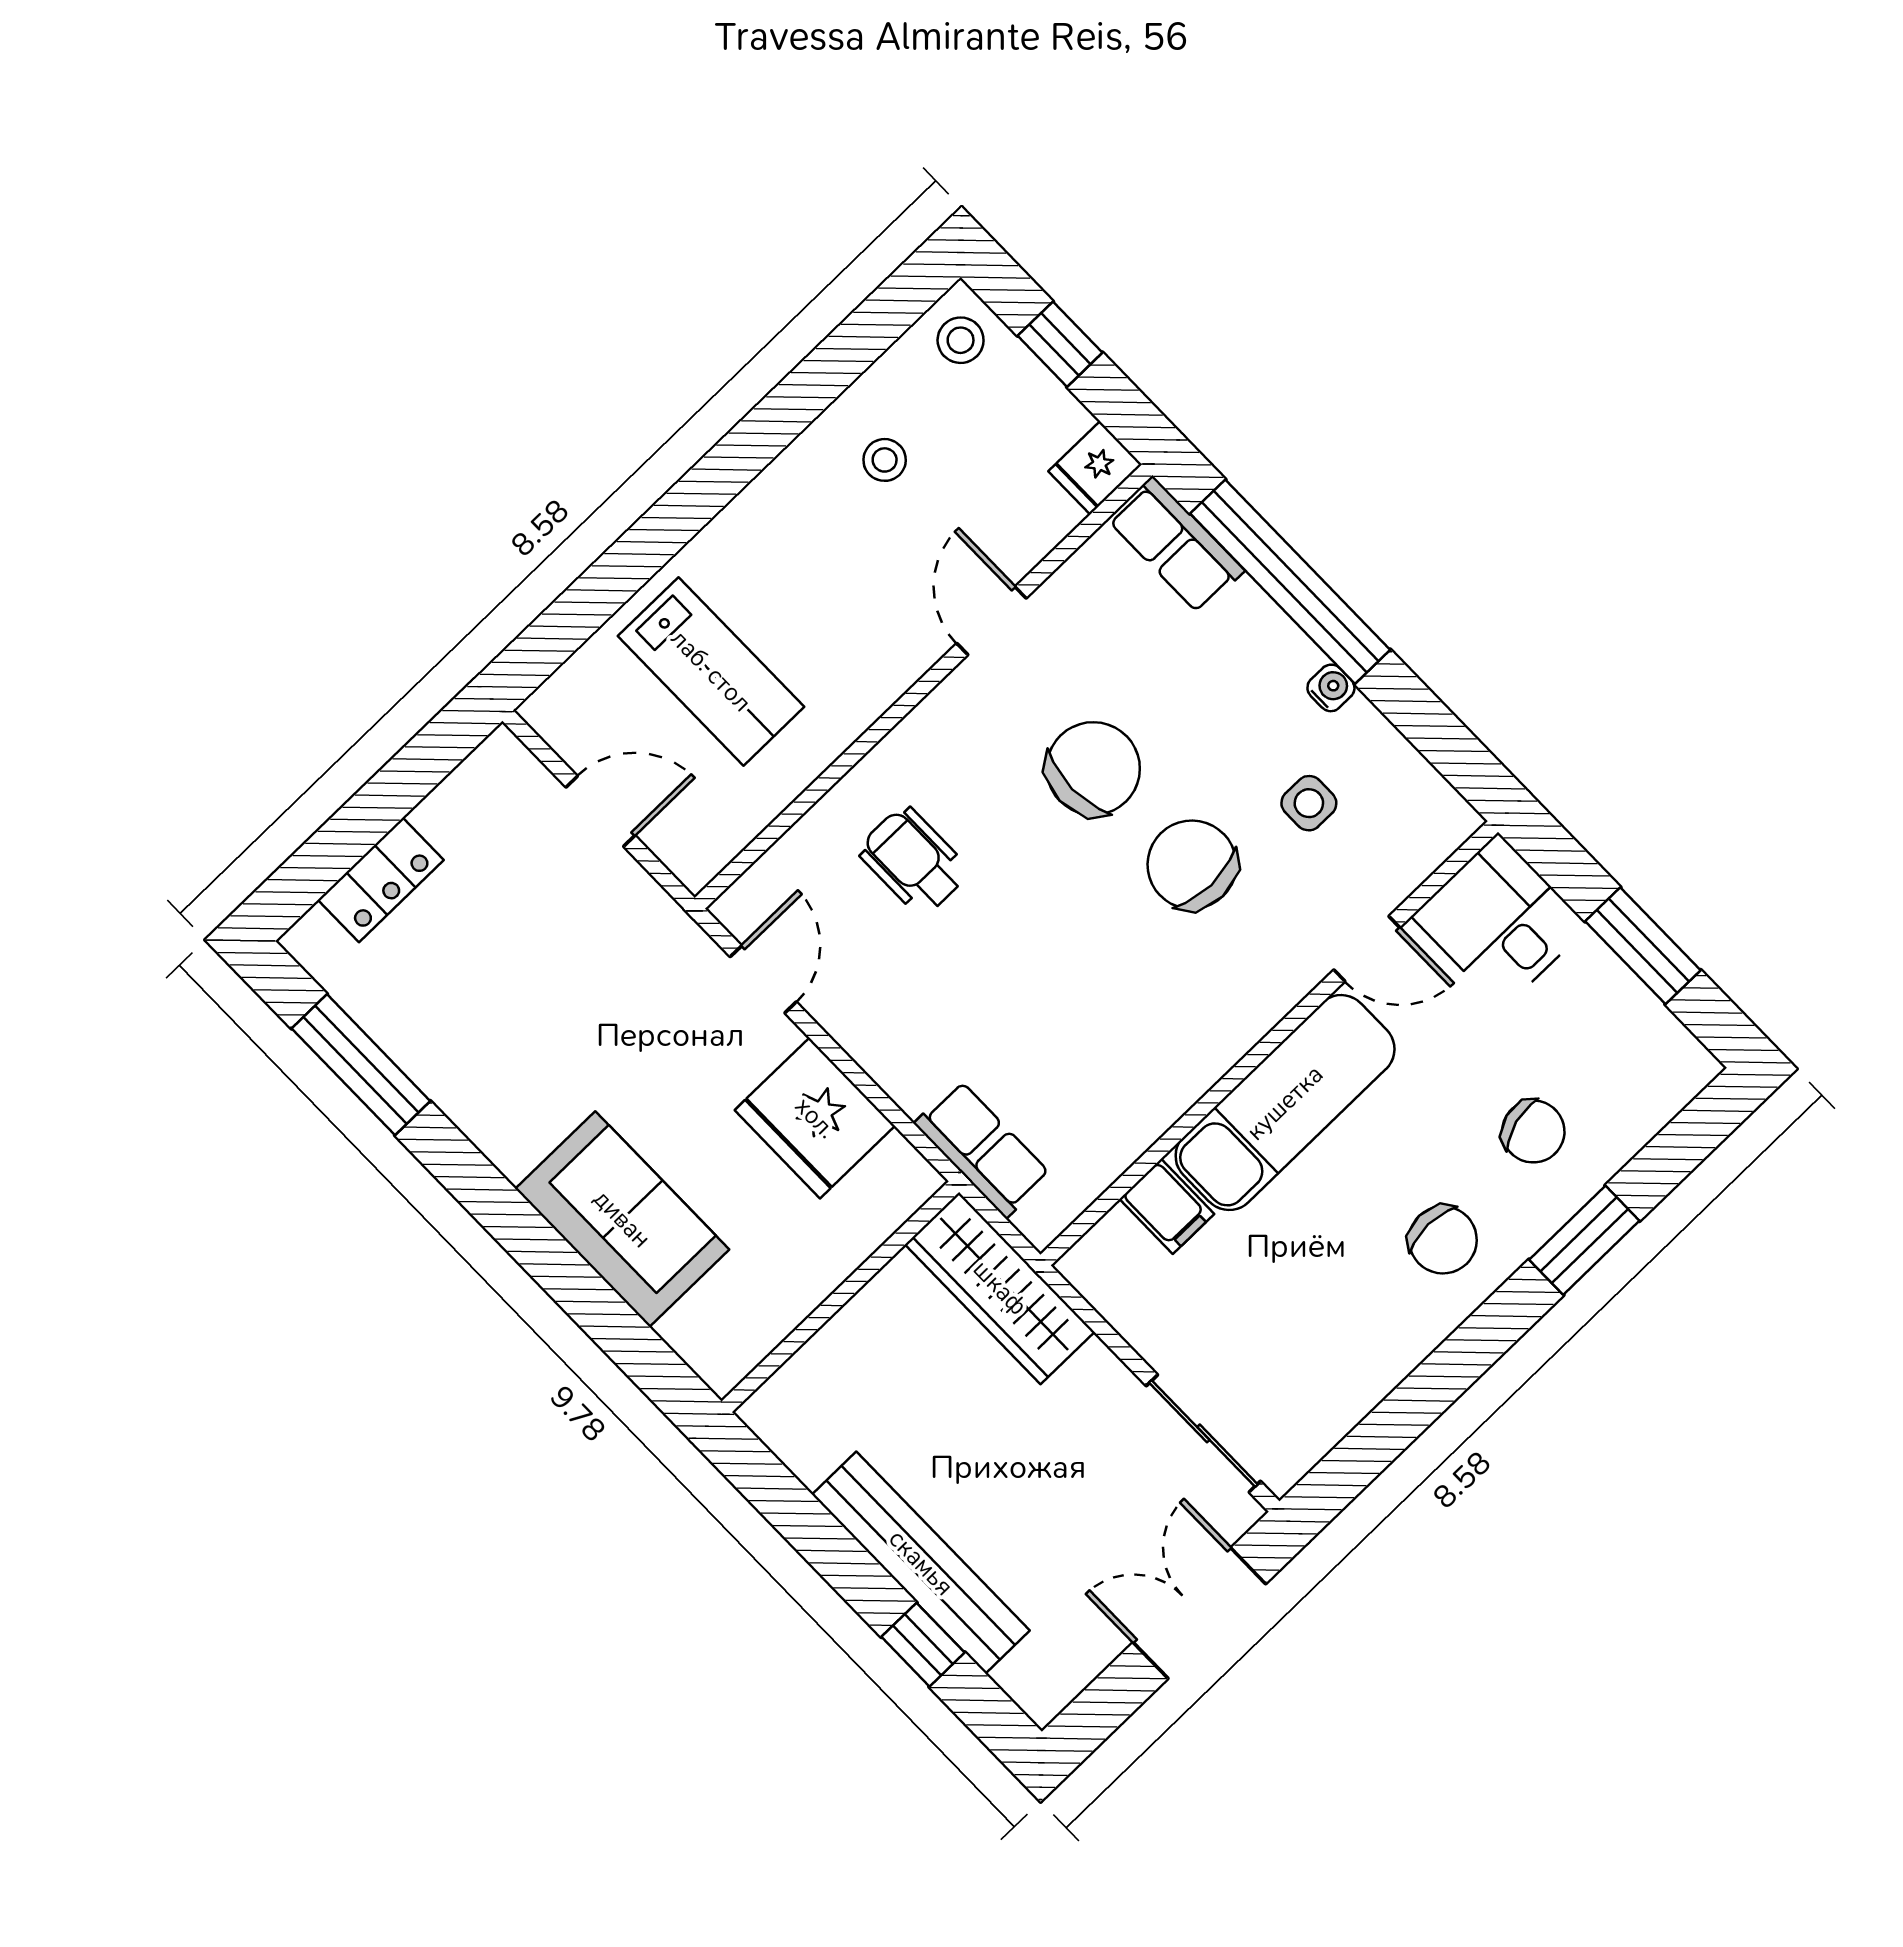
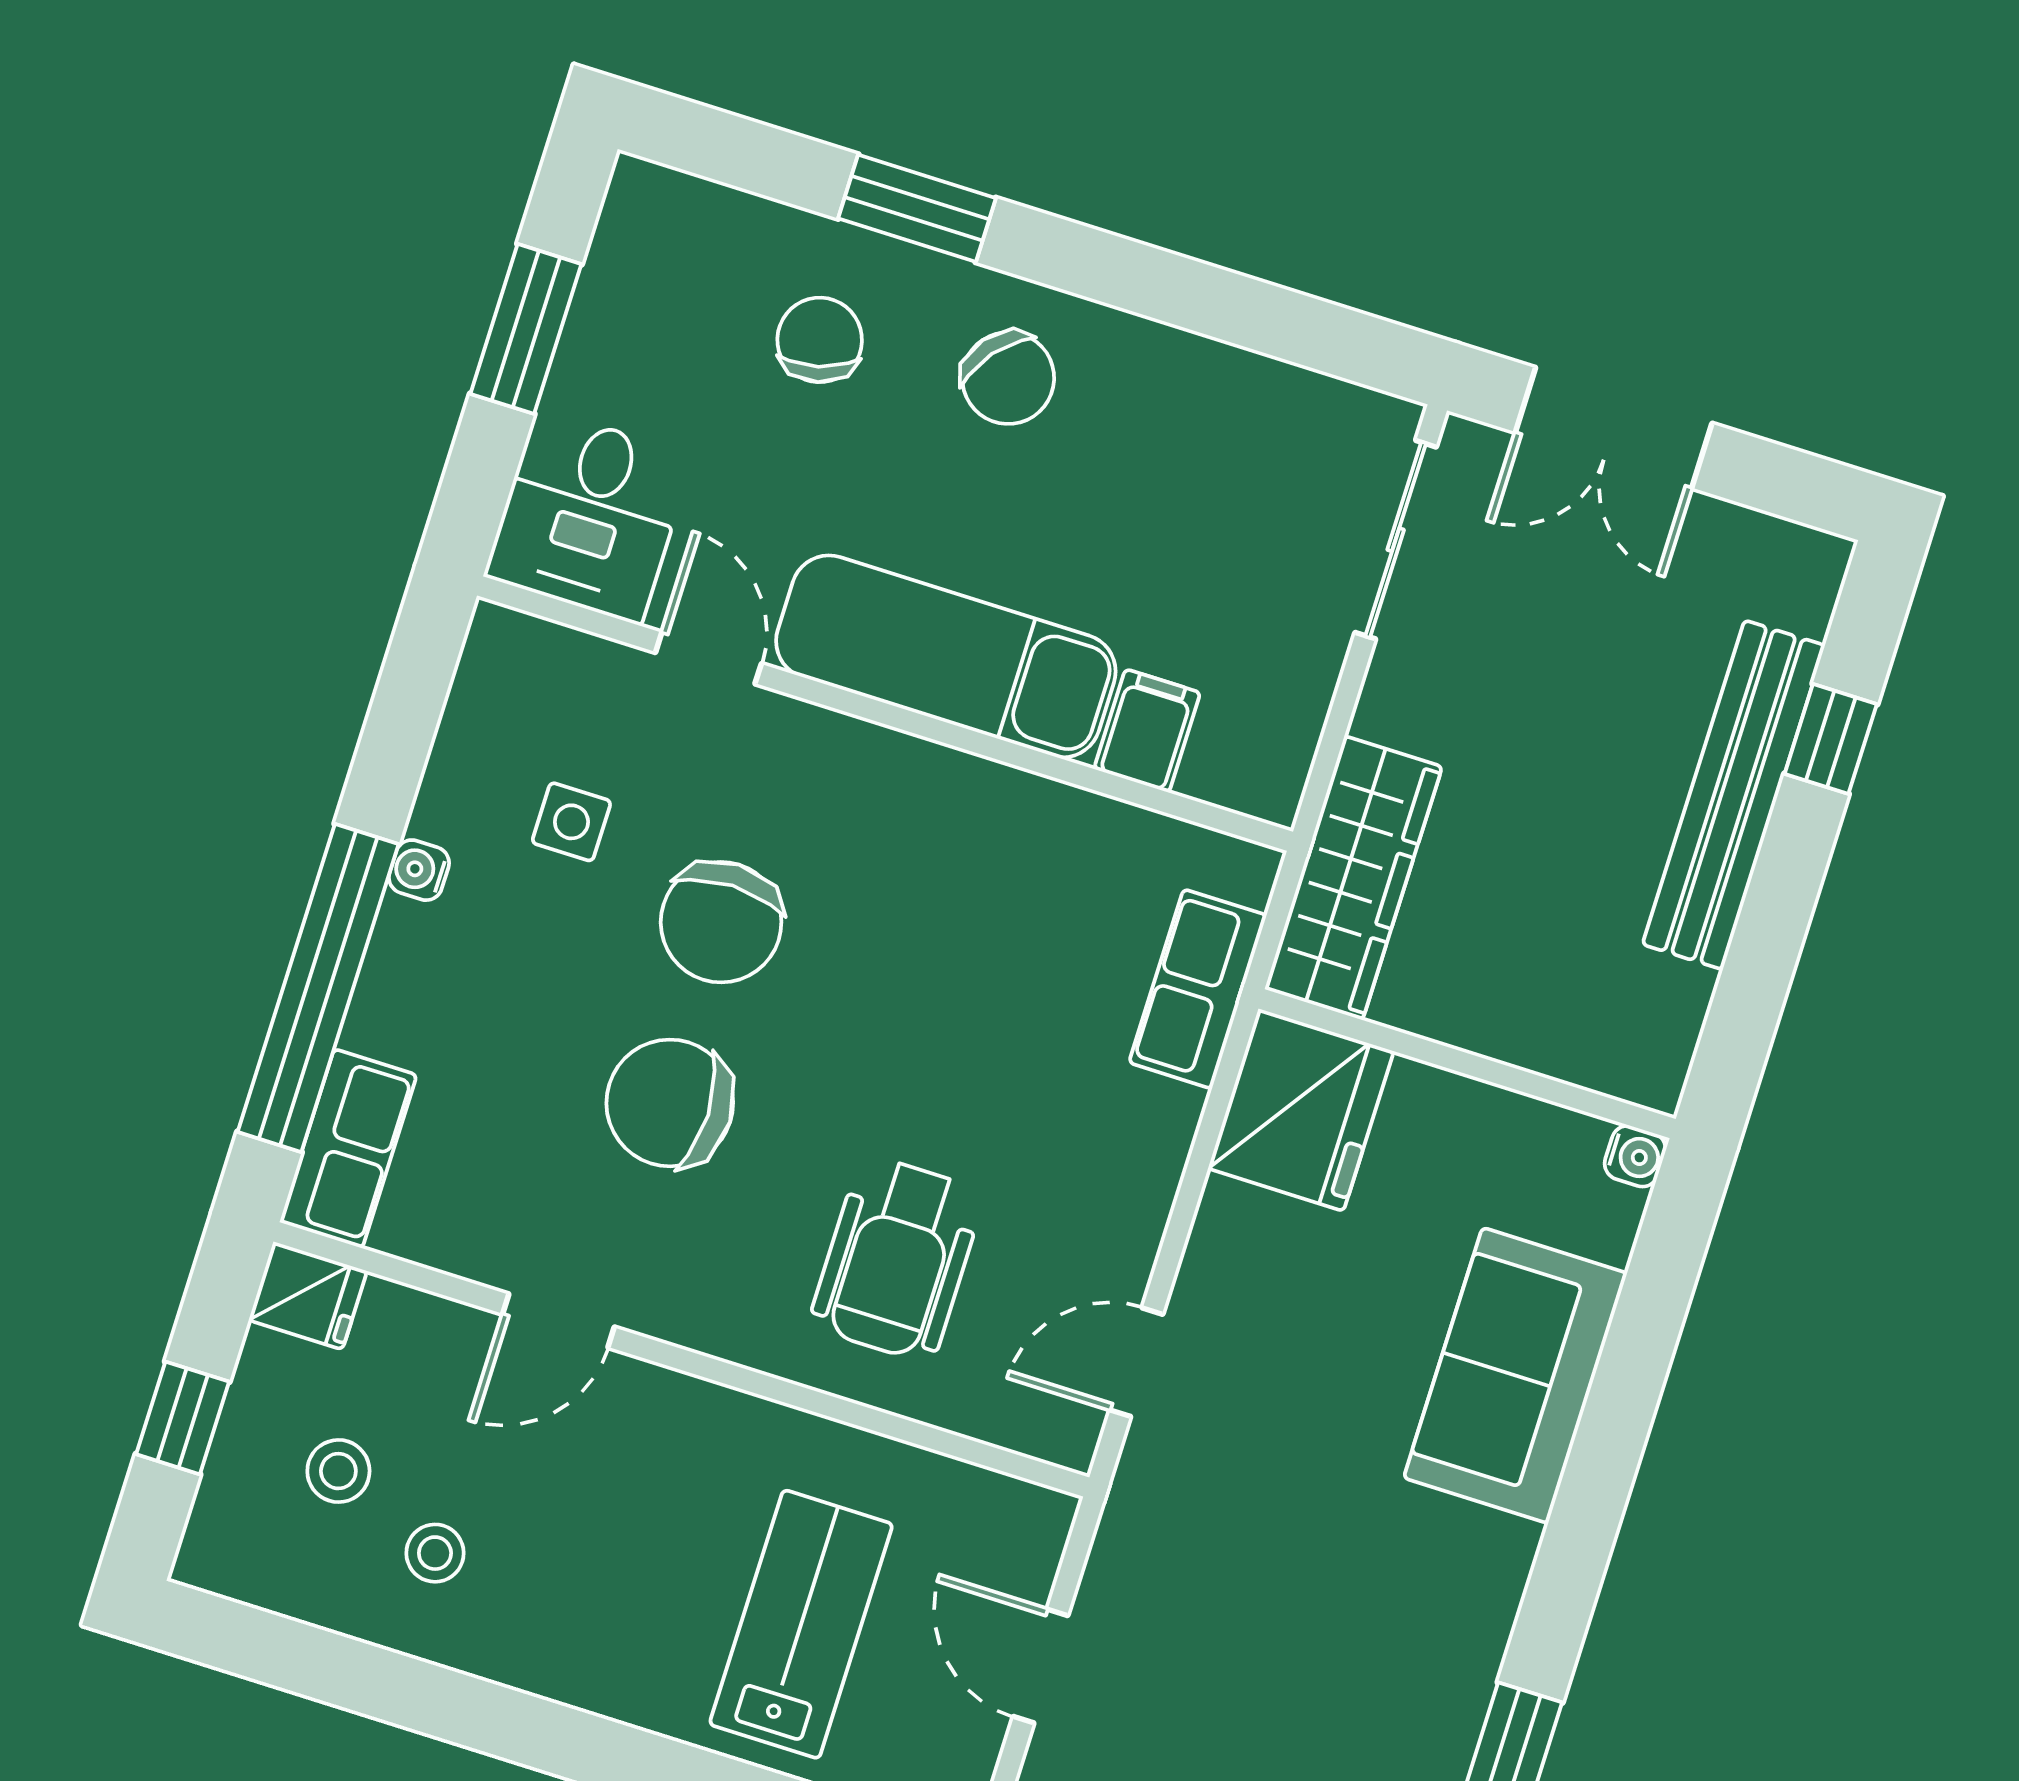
stool: (961, 340) -> (338, 1471), moved
wheelchair: (913, 861) -> (897, 1259), width x1.36, depth x1.37
fridge: (815, 1118) -> (1301, 1110), moved
chair: (1443, 1240) -> (1008, 378), turned 129
water cooler: (722, 1373) -> (1635, 1156), added

